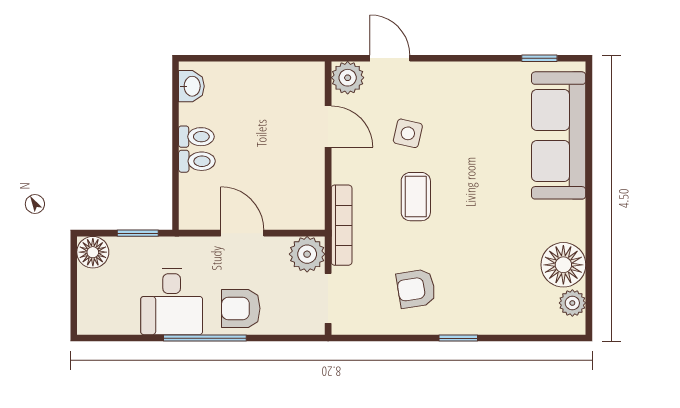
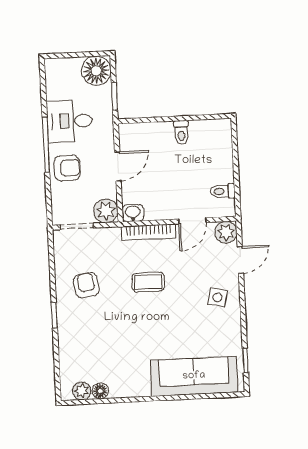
washbasin: (191, 86) -> (133, 213), moved, turned 180
side table: (408, 133) -> (218, 297), moved
toilet: (197, 161) -> (223, 191), moved, turned 90
bookcase: (342, 225) -> (148, 232), moved
floor lamp: (93, 252) -> (96, 71), width x1.38, depth x1.38
floor lamp: (563, 265) -> (100, 391), width x0.53, depth x0.53
armchair: (241, 308) -> (67, 168), turned 90

